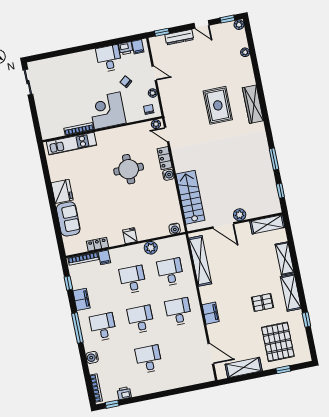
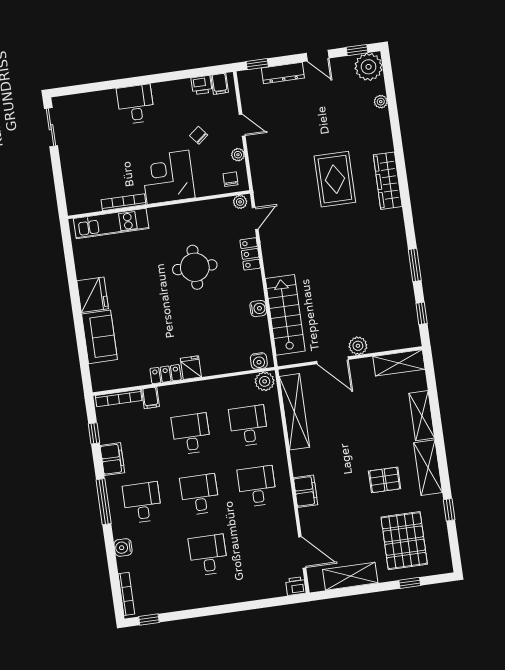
plant: (239, 25) -> (369, 67), width x1.87, depth x1.87
desk: (109, 58) -> (136, 104), moved
door: (167, 134) -> (255, 218), swing flipped
water cooler: (168, 175) -> (258, 309), moved
locker: (97, 244) -> (166, 374), moved
plant: (151, 248) -> (265, 381), moved
printer: (124, 393) -> (296, 586), moved

